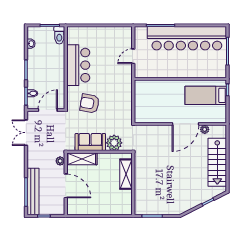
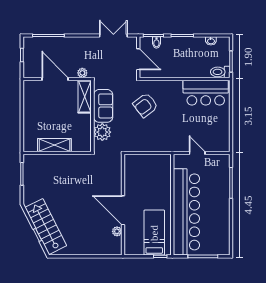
bar counter: (187, 38) -> (186, 212), moved, turned 180
bar counter: (78, 65) -> (206, 93), moved
armchair: (90, 103) -> (145, 105), turned -137
stairs: (217, 162) -> (46, 227), moved, turned 63
shelving: (126, 174) -> (54, 145), moved
door: (66, 186) -> (55, 79), swing flipped
bench: (33, 192) -> (49, 43), removed

